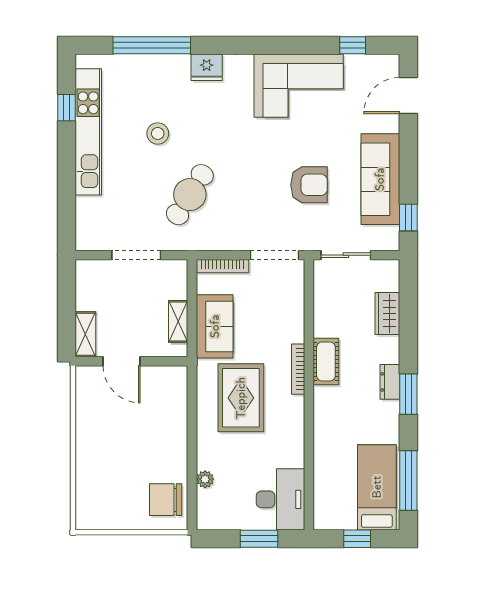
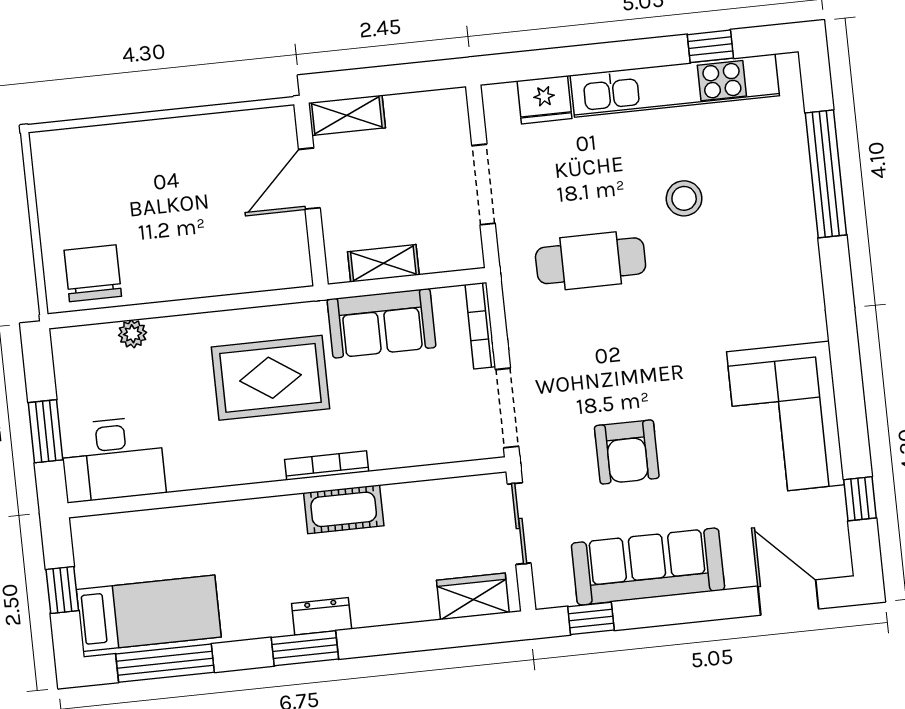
fridge: (207, 67) -> (544, 100), moved, turned -90
cafe table: (190, 195) -> (591, 261), turned -32
wardrobe: (387, 314) -> (473, 596), moved

